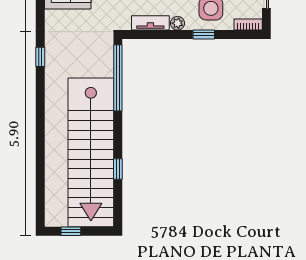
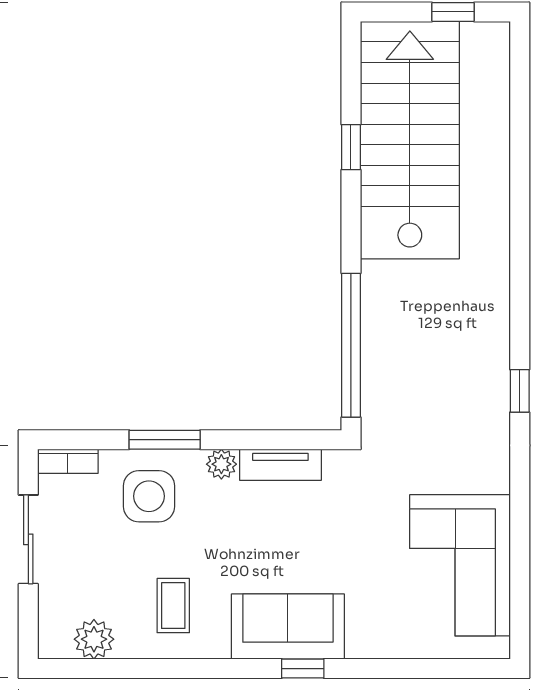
window: (204, 34) -> (165, 440), width x1.50
stairs: (91, 152) -> (410, 140), width x0.73

